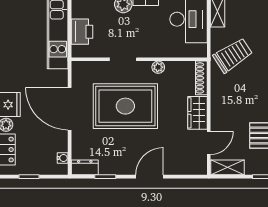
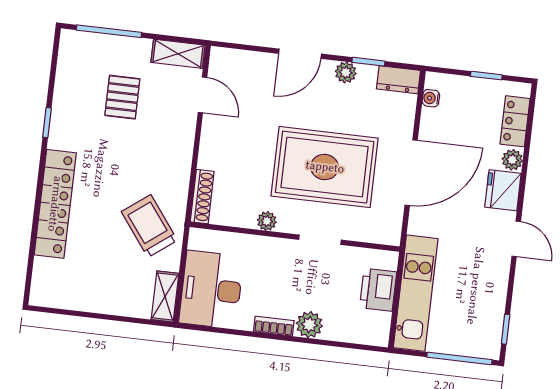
trolley: (233, 55) -> (149, 226), turned 86
door: (70, 109) -> (411, 173), hinge flipped
wardrobe: (197, 113) -> (214, 143), removed
door: (209, 143) -> (202, 95), swing flipped
plant: (119, 168) -> (346, 72), added

